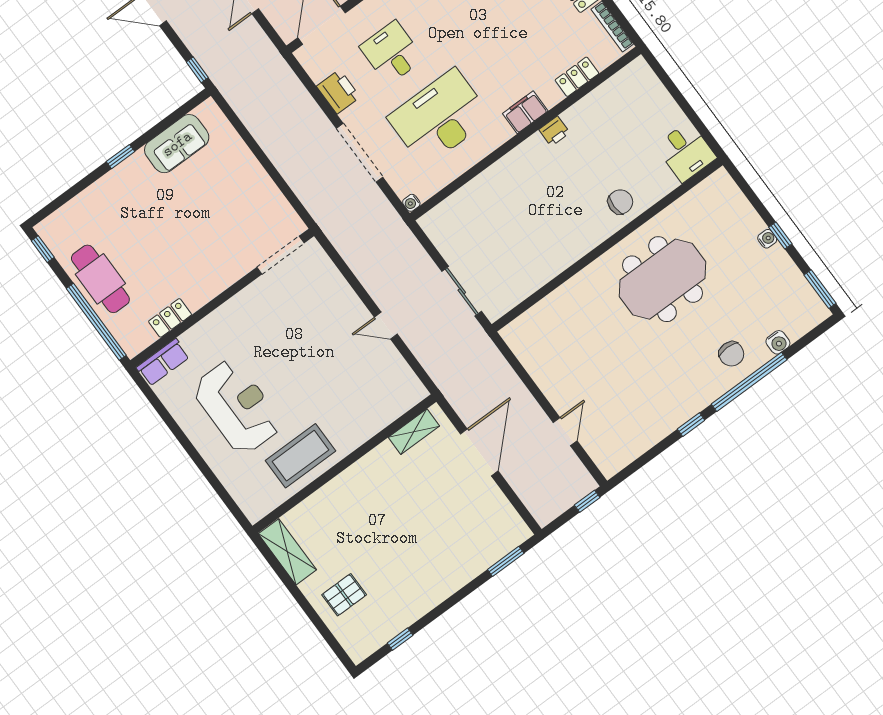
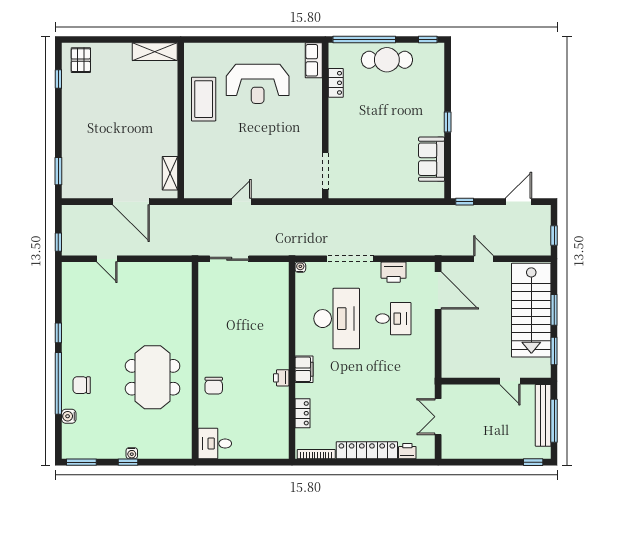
pallet: (344, 595) -> (81, 60), moved

